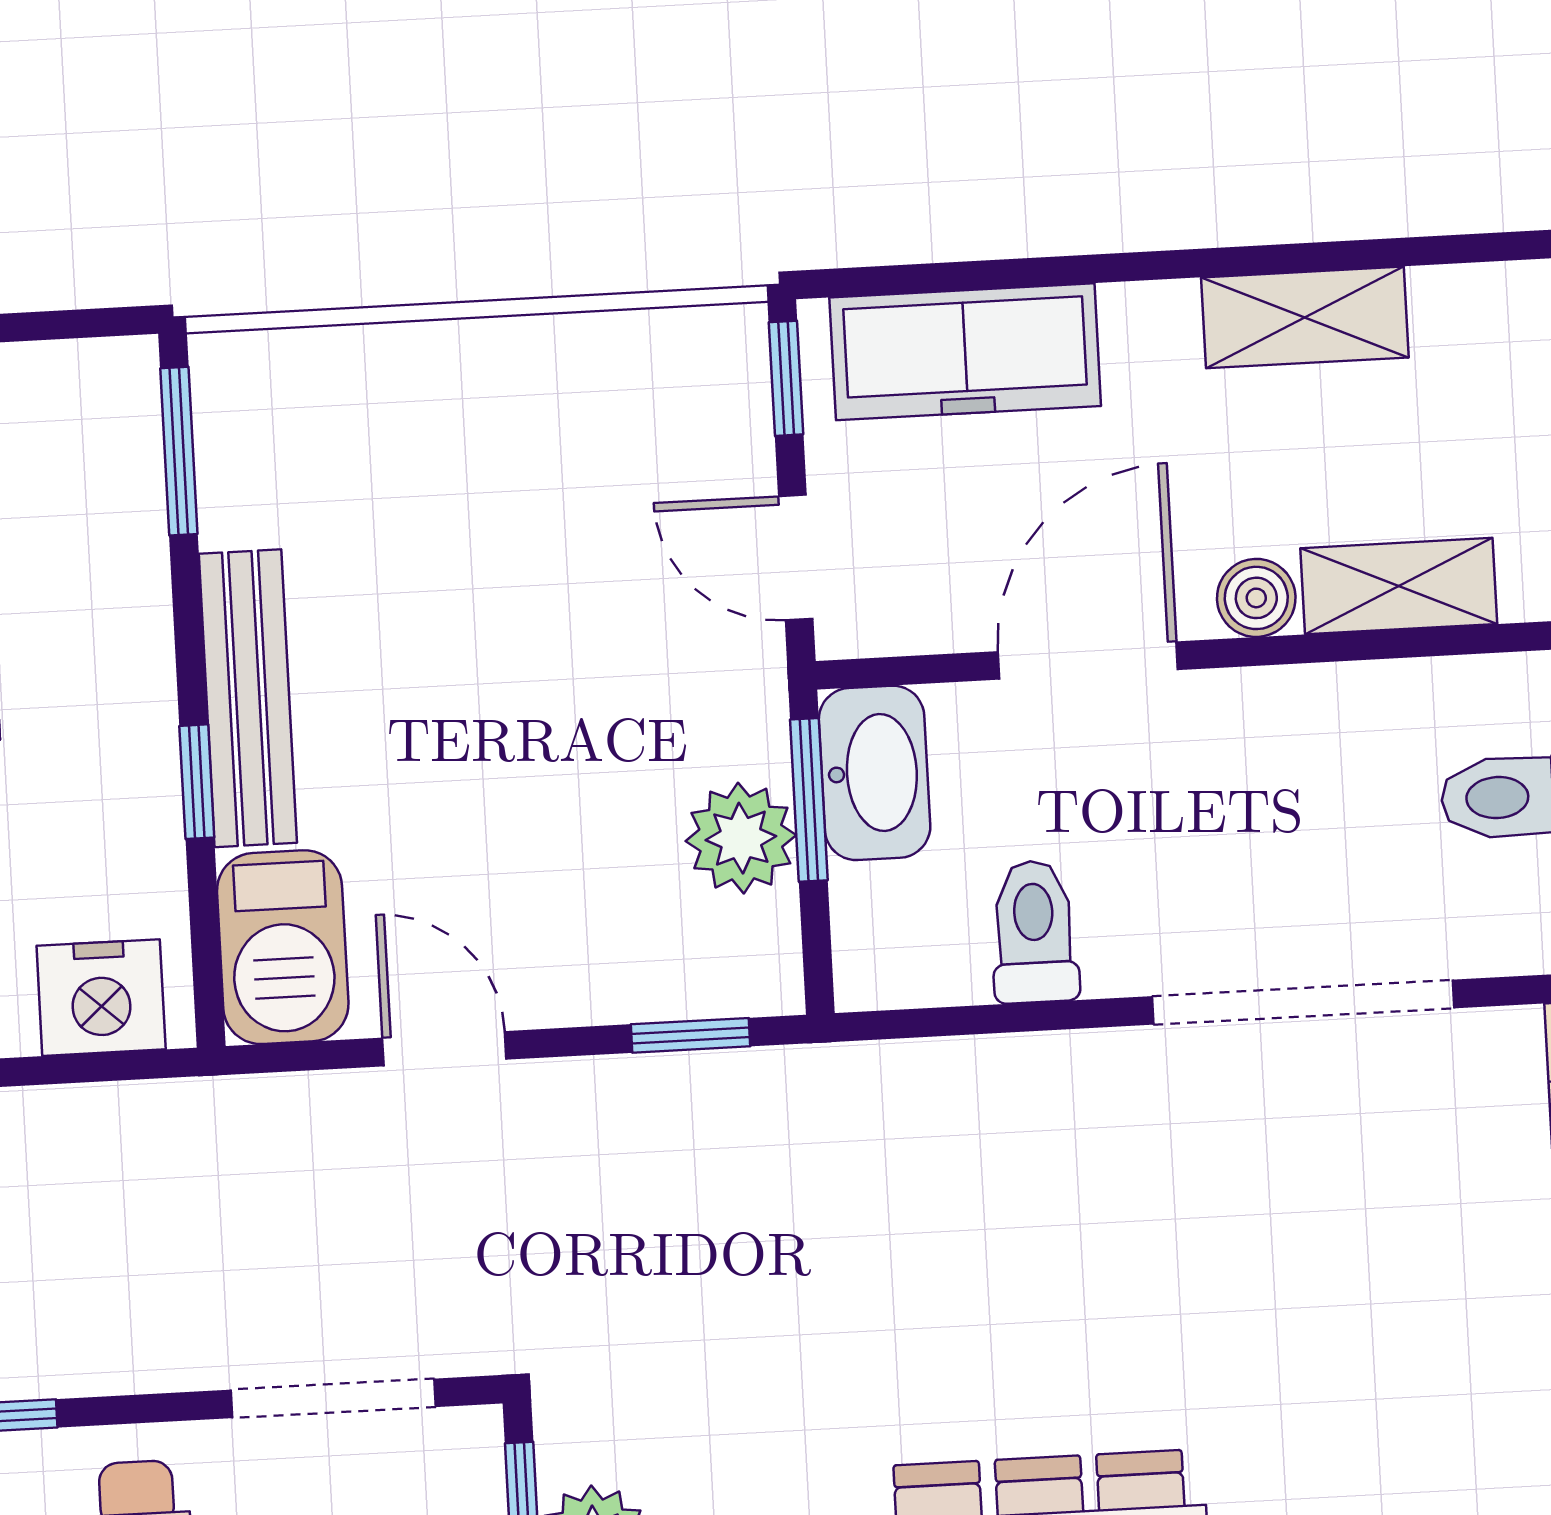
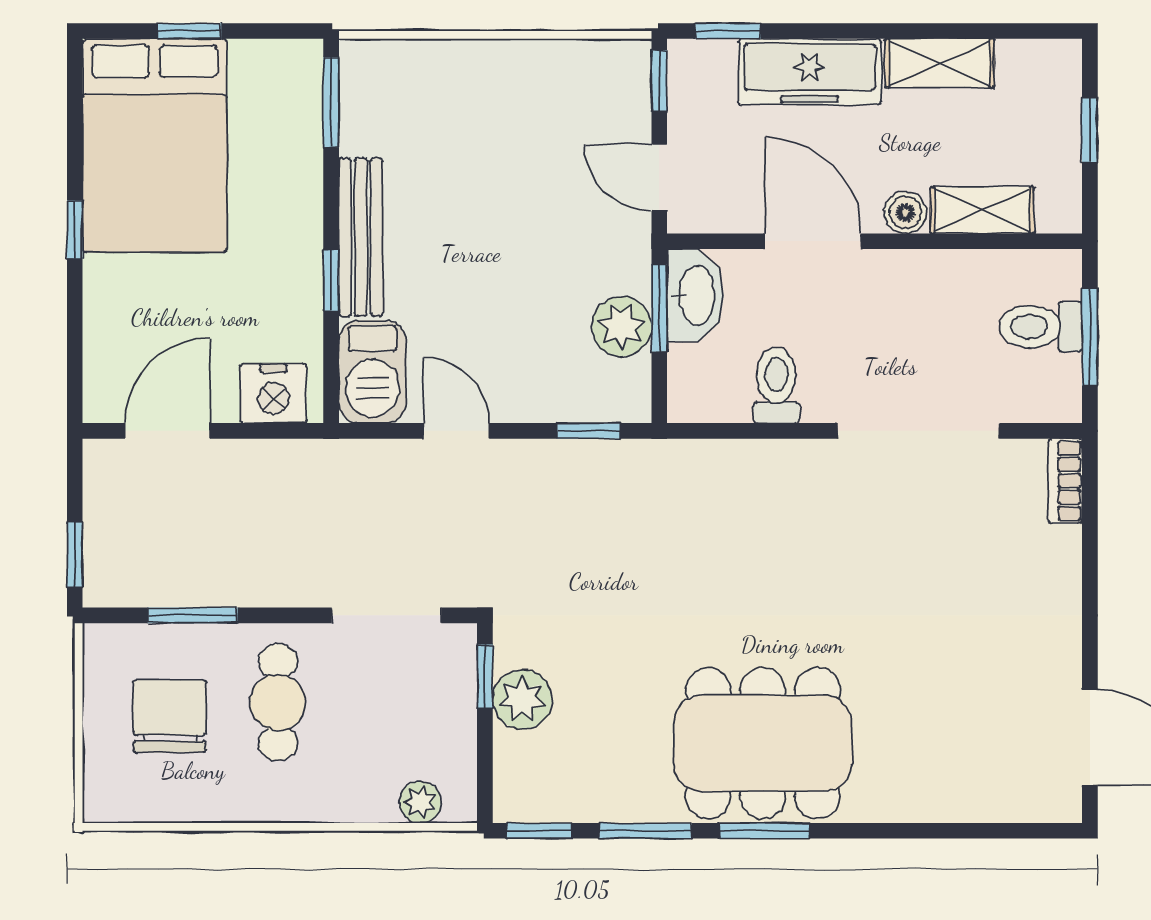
window: (909, 279) -> (728, 31), added
freezer: (965, 352) -> (810, 72), moved
door: (1088, 661) -> (813, 241), hinge flipped

